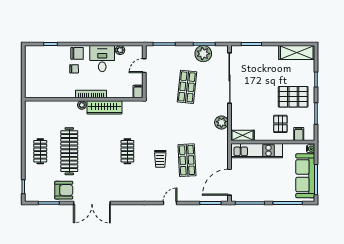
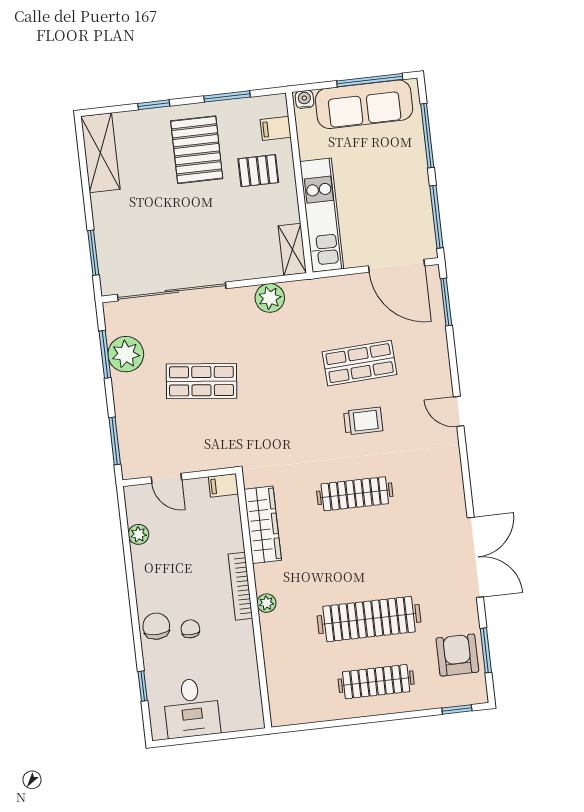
desk: (102, 59) -> (192, 708), moved, turned -90
wardrobe: (104, 107) -> (263, 525), moved
clothes rail: (40, 151) -> (376, 682), width x1.36
clothes rail: (127, 151) -> (355, 494), width x1.36
armchair: (64, 190) -> (457, 655), moved
door: (170, 203) -> (459, 411), moved

